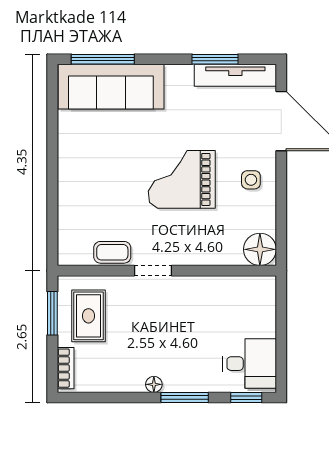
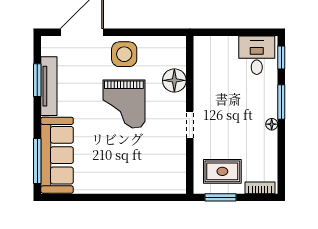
tv unit: (235, 75) -> (49, 86), moved
side table: (251, 180) -> (124, 54), width x1.87, depth x1.87
floor lamp: (260, 249) -> (174, 80), moved
coffee table: (112, 252) -> (176, 154), removed

